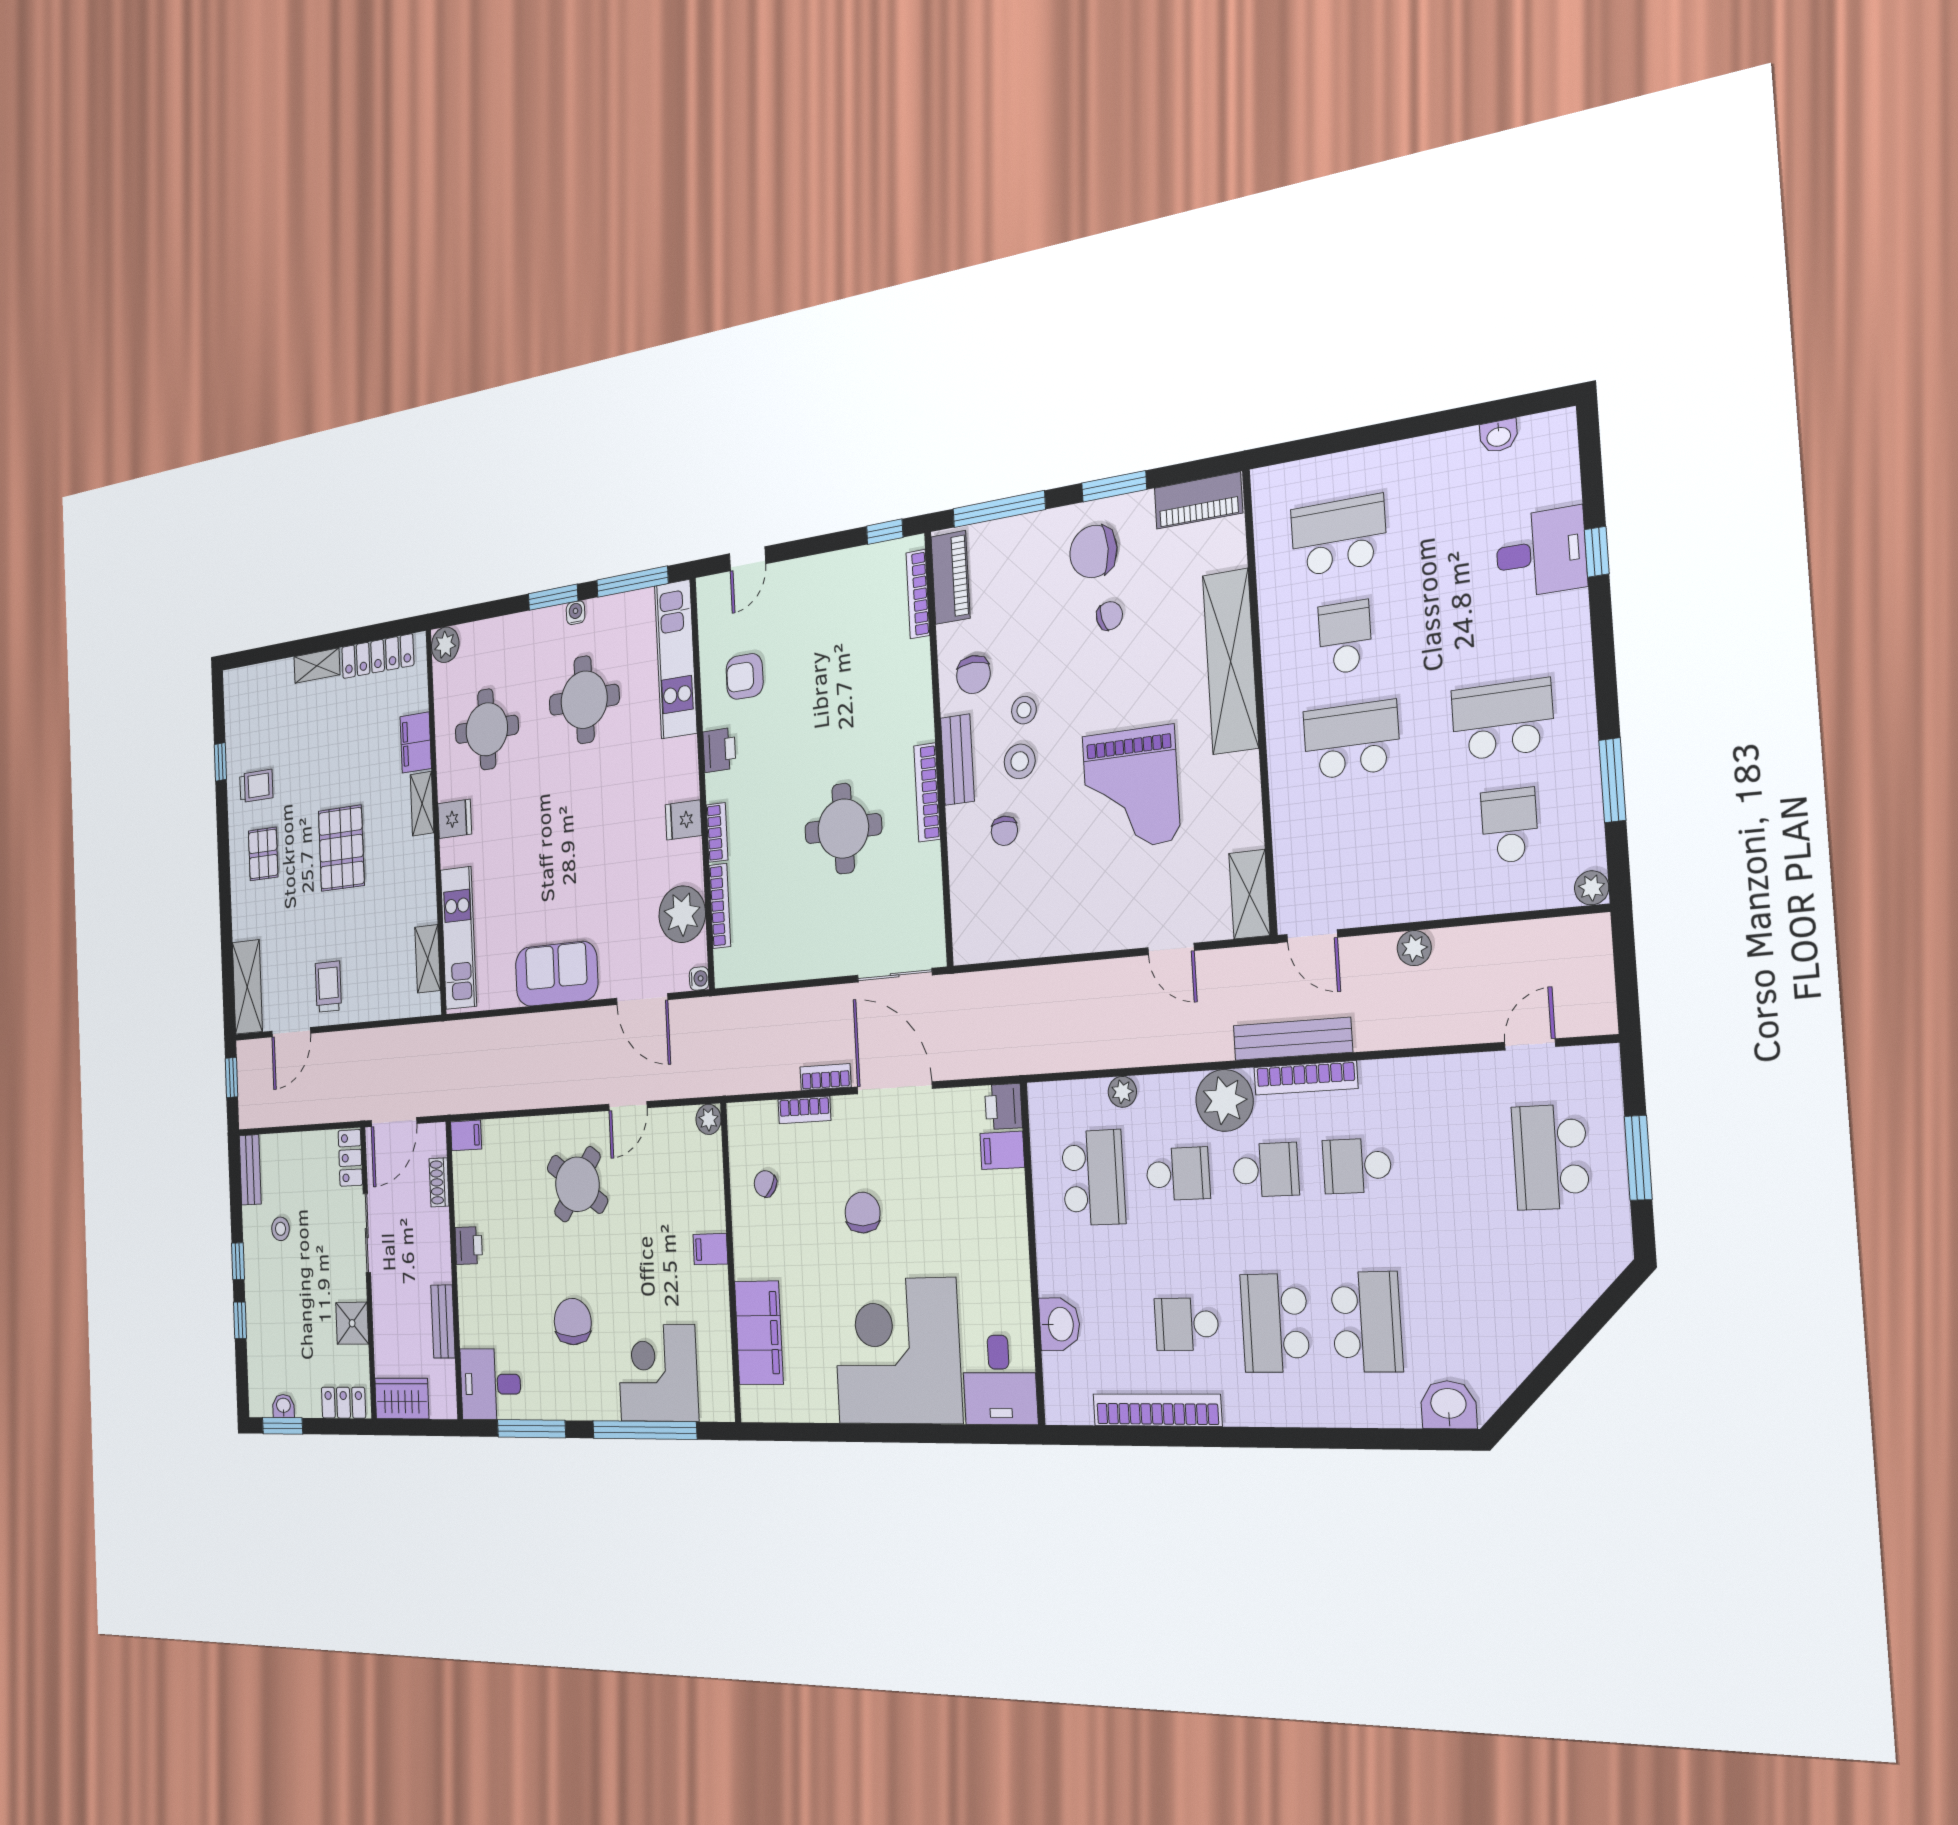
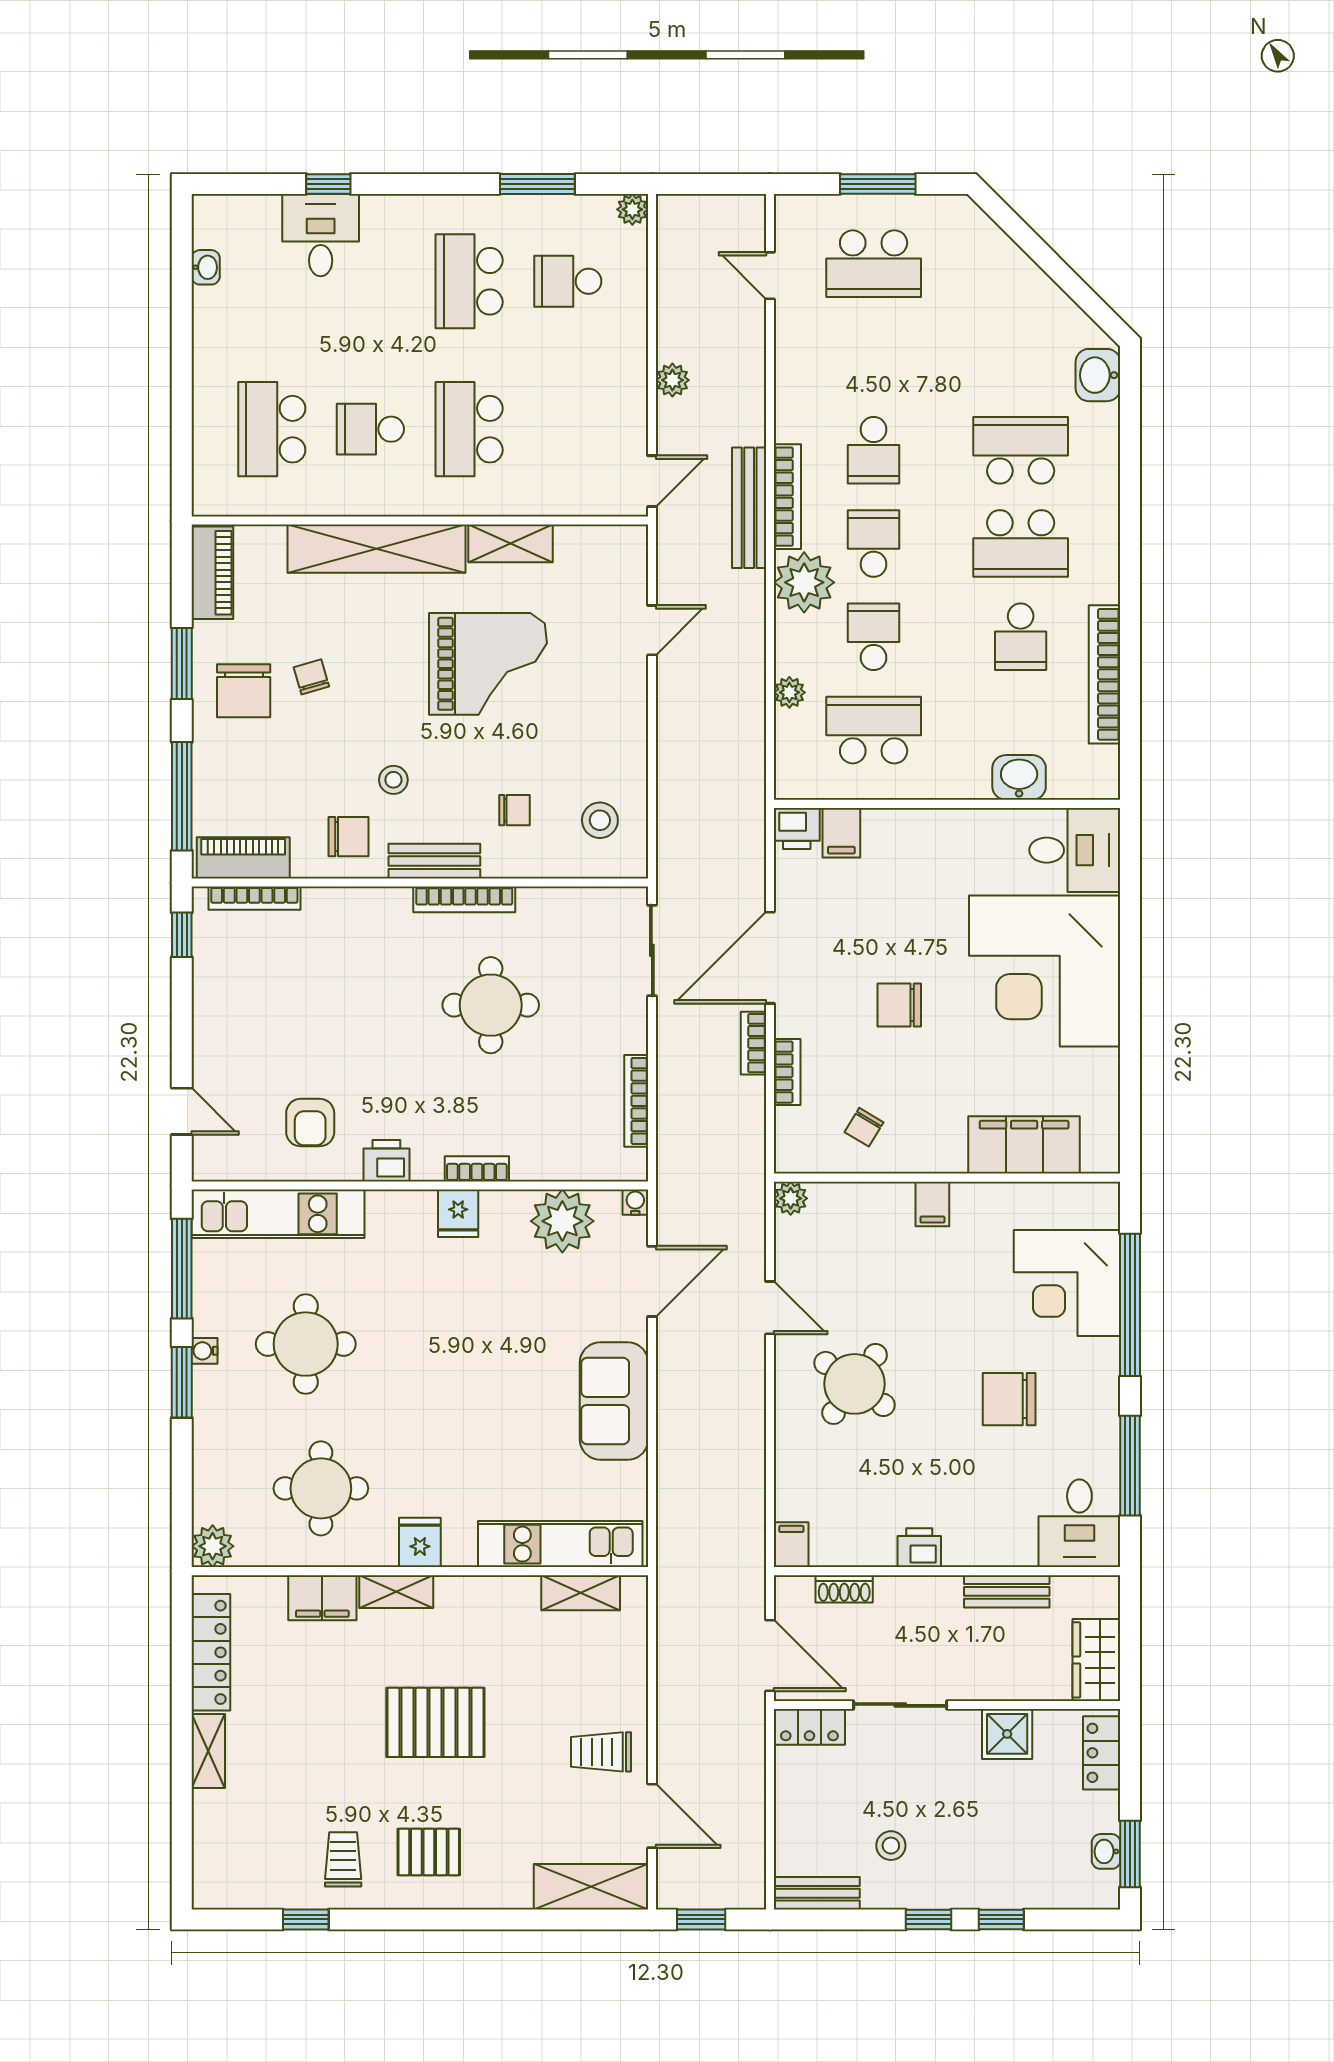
stool: (1020, 761) -> (600, 820), moved
shelving: (1249, 894) -> (511, 543), moved
bookcase: (720, 906) -> (636, 1101), moved, turned -90

